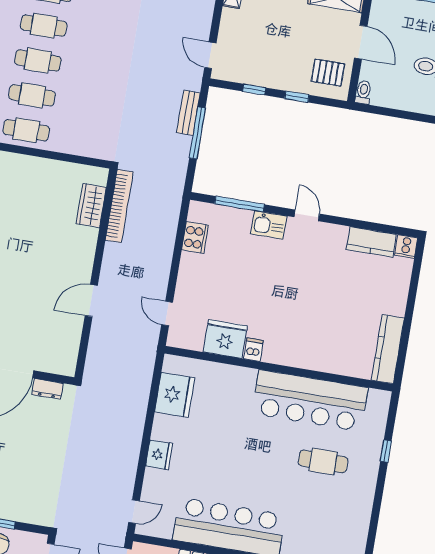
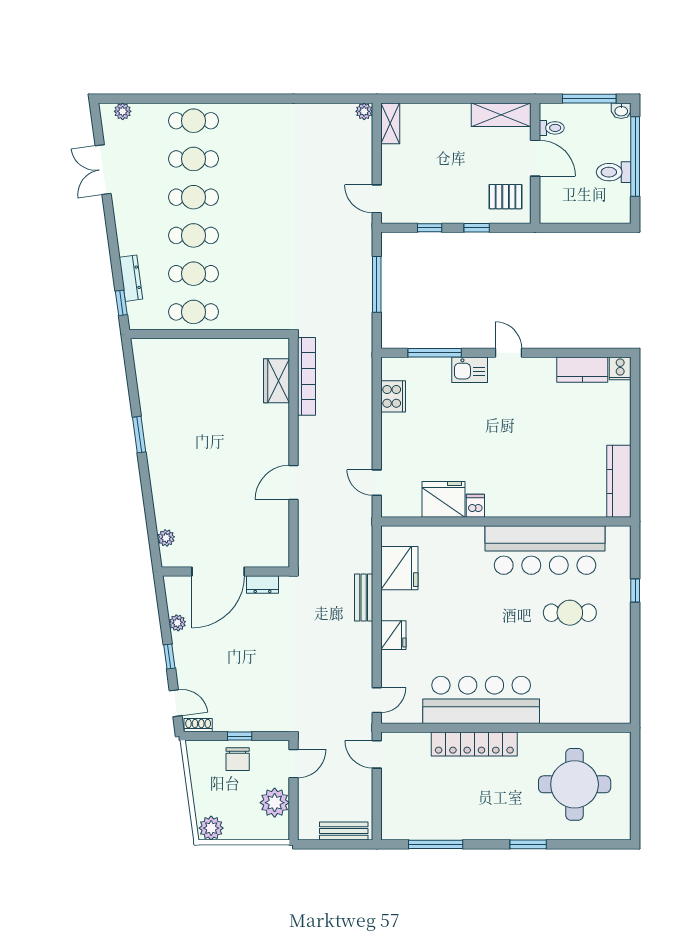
toilet: (363, 92) -> (552, 128), moved, turned 90
bench: (188, 113) -> (364, 597), moved

